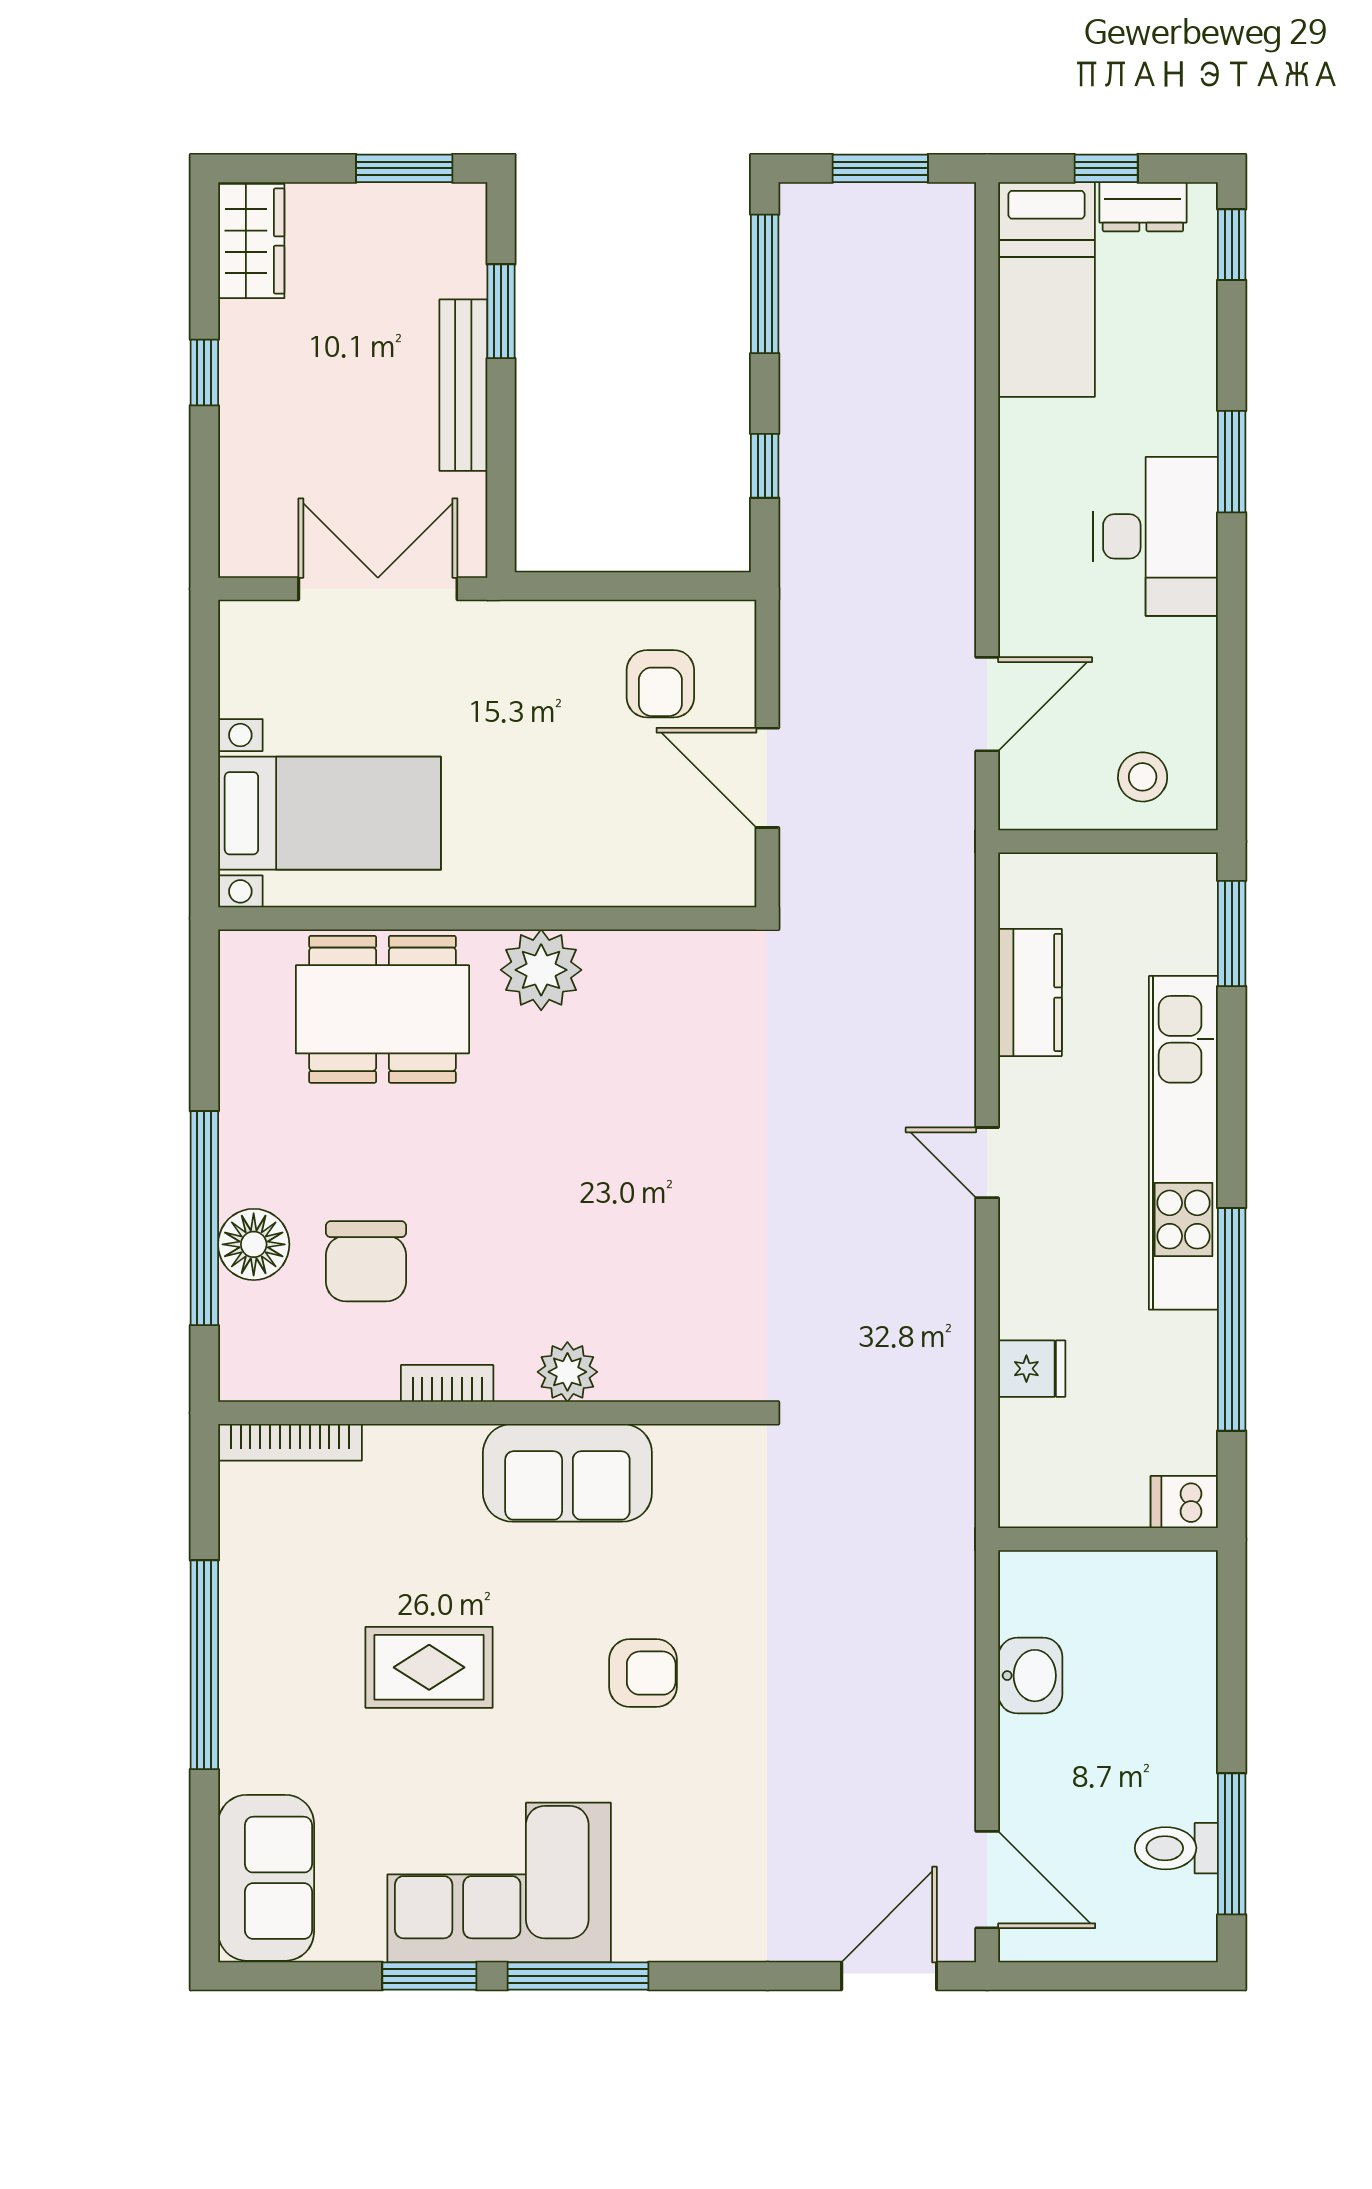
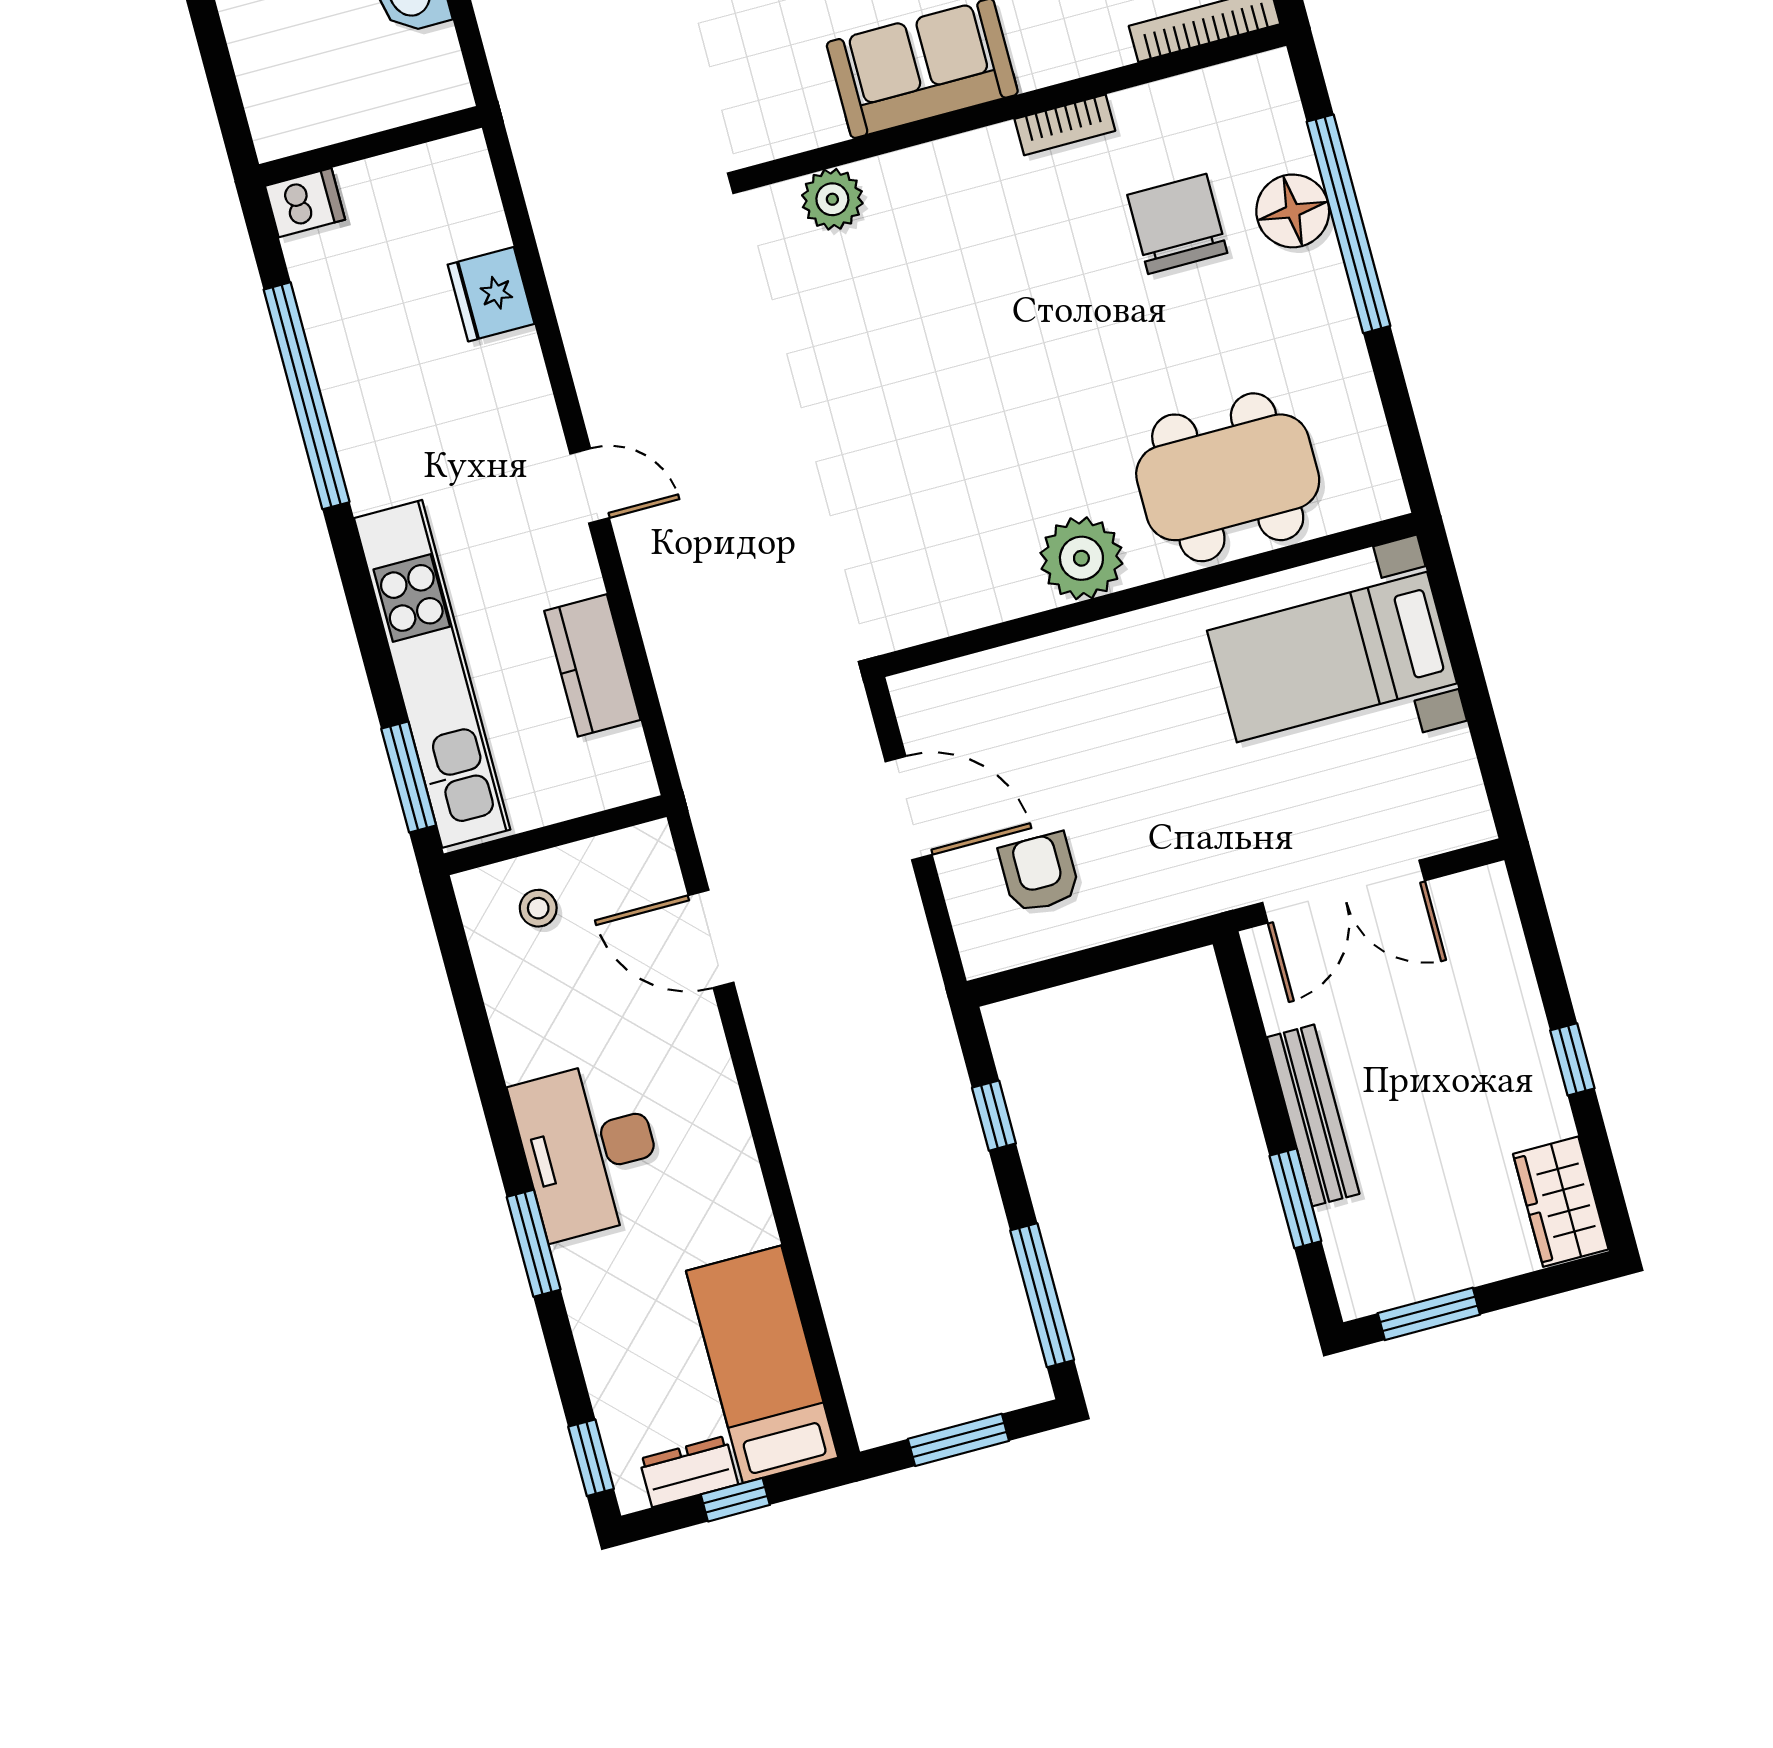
door: (987, 704) -> (711, 939), hinge flipped
stool: (1143, 777) -> (538, 908), width x0.73, depth x0.73
kitchen unit: (1183, 1143) -> (432, 674), moved
fridge: (1032, 1369) -> (491, 294), width x1.38
plant: (567, 1372) -> (832, 199), moved

